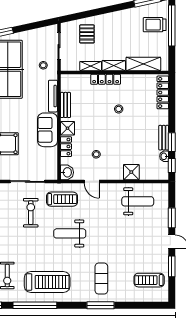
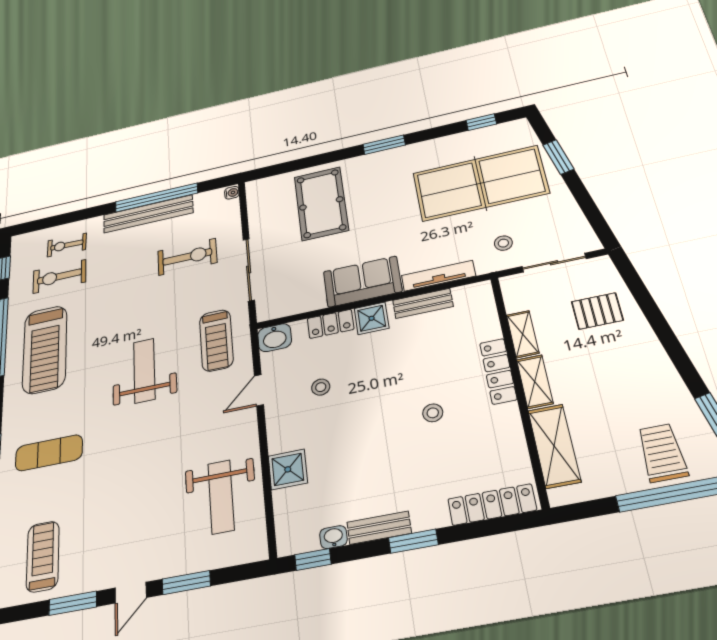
window: (172, 142) -> (413, 541), moved
exercise bike: (31, 213) -> (187, 257), moved

